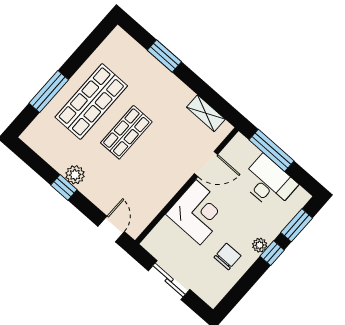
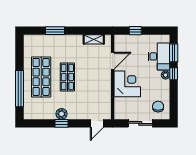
window: (49, 92) -> (19, 89), width x1.46
window: (271, 150) -> (135, 31), width x0.46
desk: (269, 183) -> (159, 56), moved, turned 90
door: (111, 229) -> (97, 123), swing flipped
chair: (227, 257) -> (158, 107), moved

